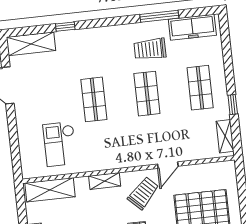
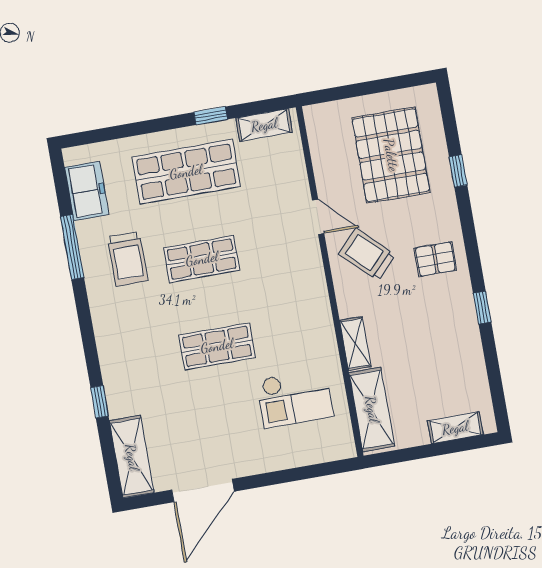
freezer: (192, 27) -> (87, 191), width x0.71
shop shelf: (200, 88) -> (186, 172), width x1.43, depth x1.36
shelving: (105, 181) -> (355, 343), moved

